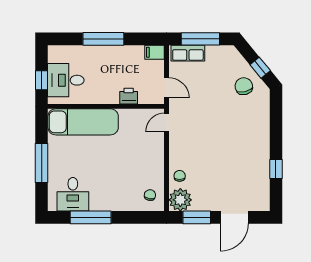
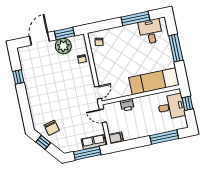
window: (103, 39) -> (164, 137), moved
plant: (180, 200) -> (63, 46), moved

